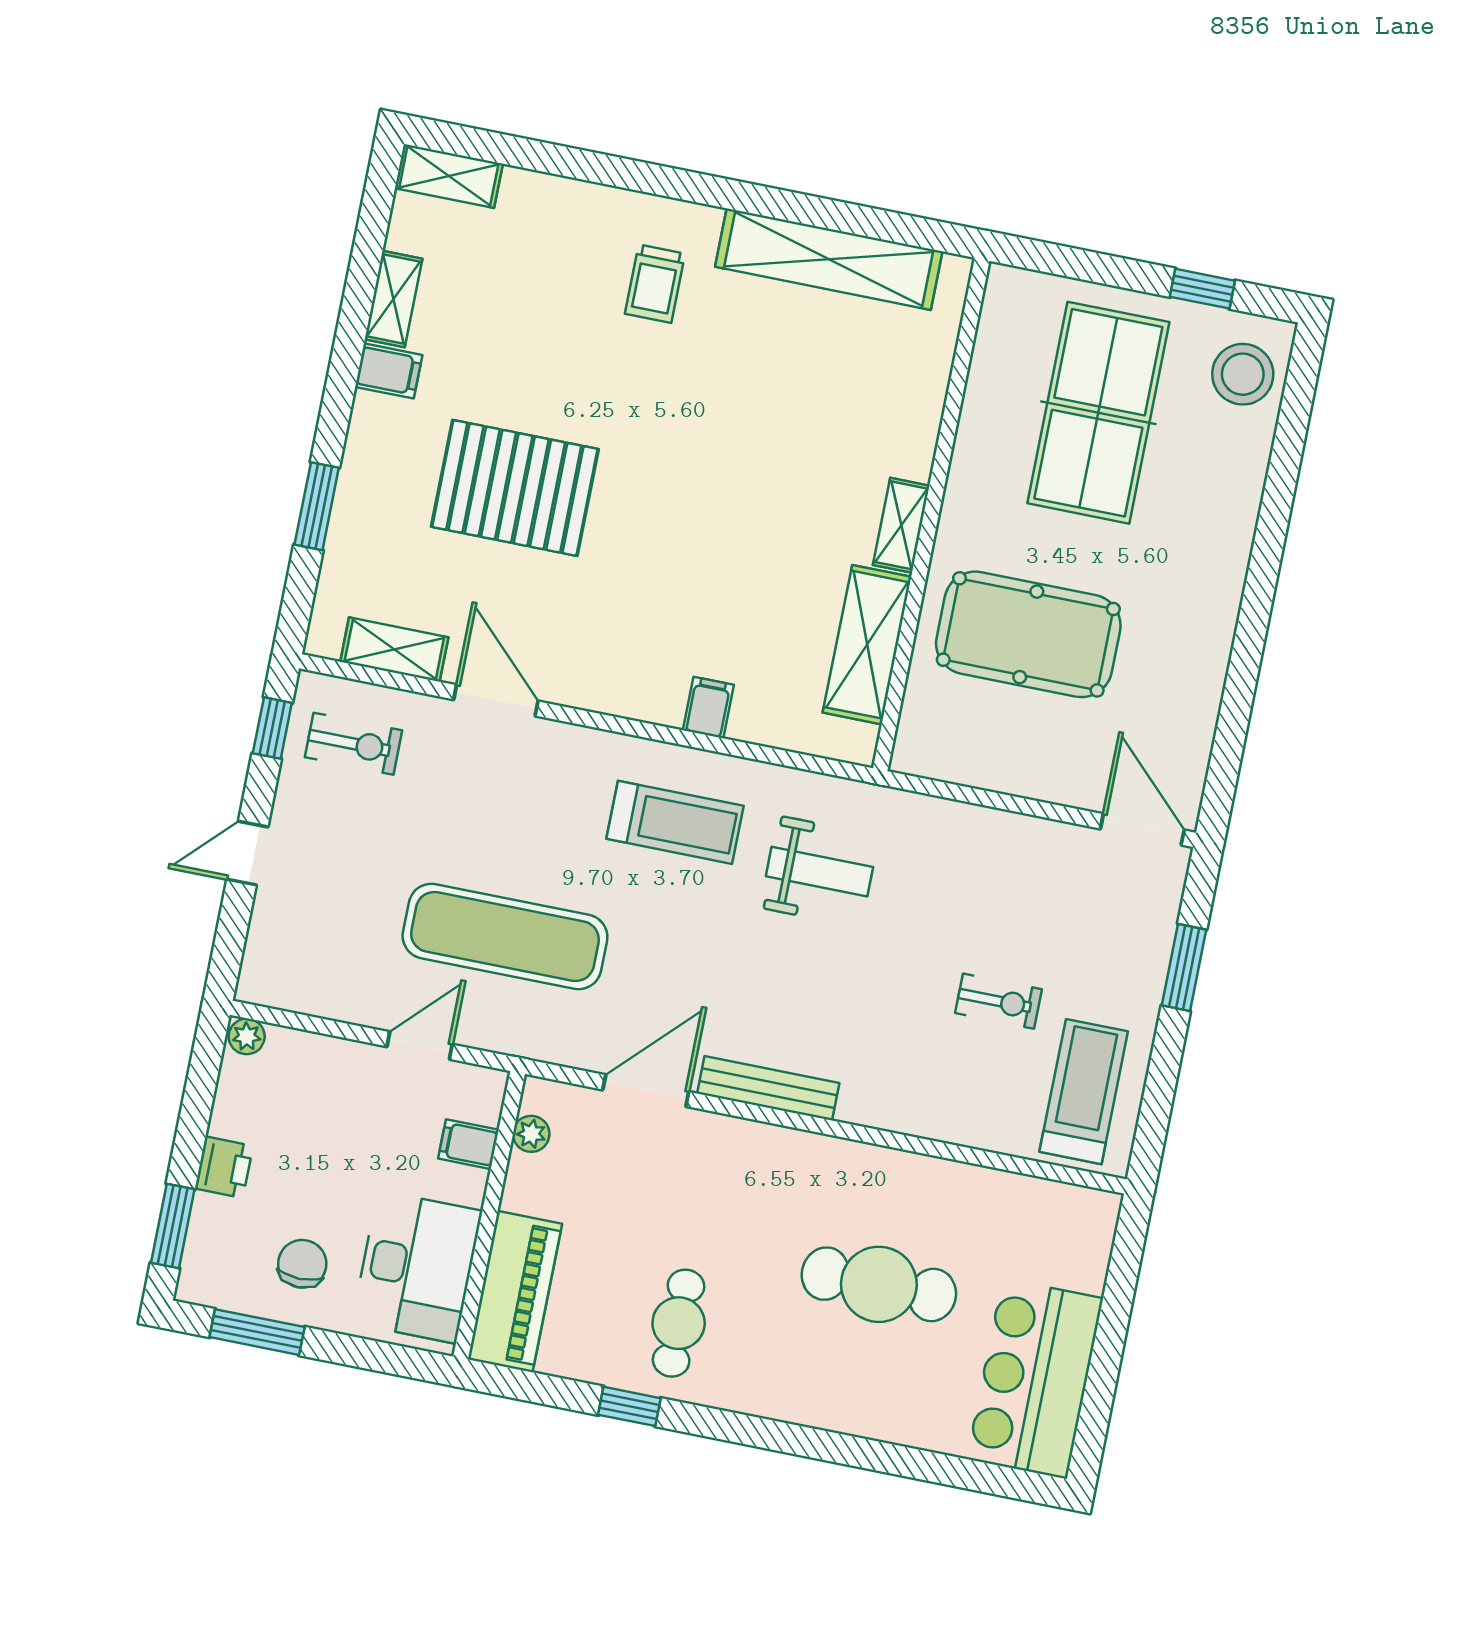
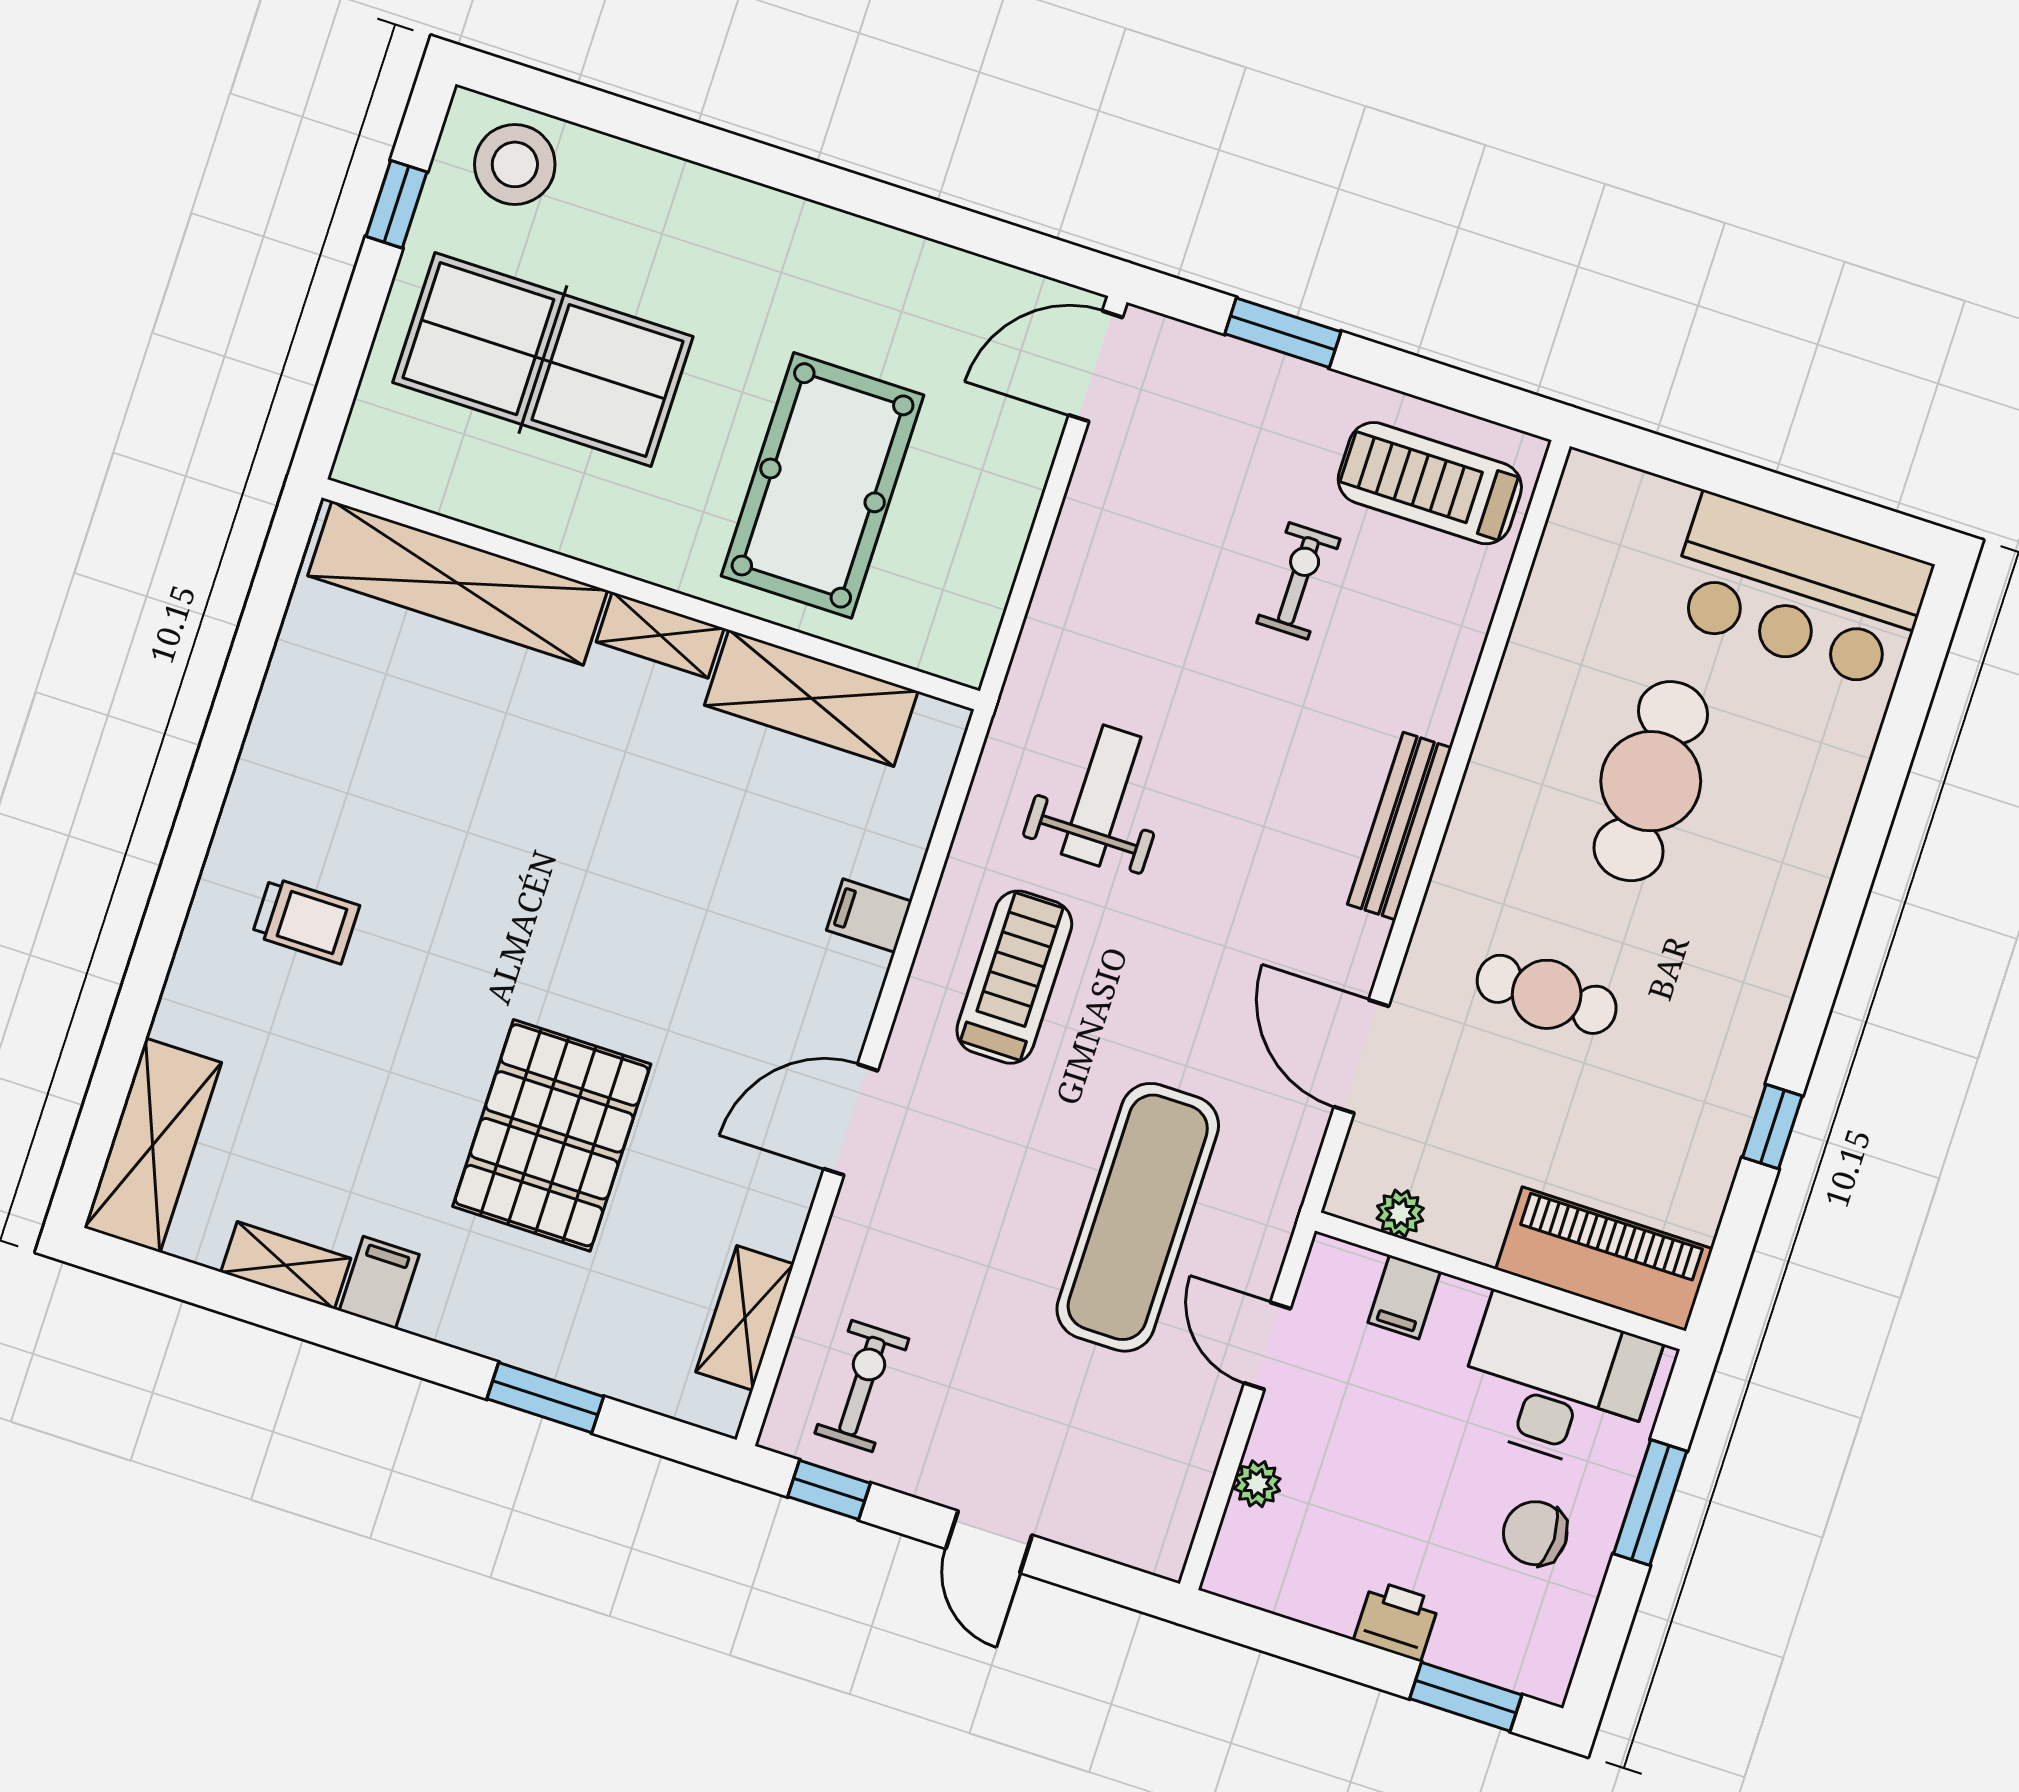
shelving: (449, 176) -> (153, 1145), width x1.50, depth x1.33
shelving: (829, 259) -> (458, 583), moved, turned 90
door: (496, 700) -> (851, 1120), moved
plant: (247, 1036) -> (1257, 1484), moved
bench: (768, 1088) -> (1400, 826), moved
cafe table: (679, 1323) -> (1547, 994), moved
window: (257, 1332) -> (1650, 1502), moved

